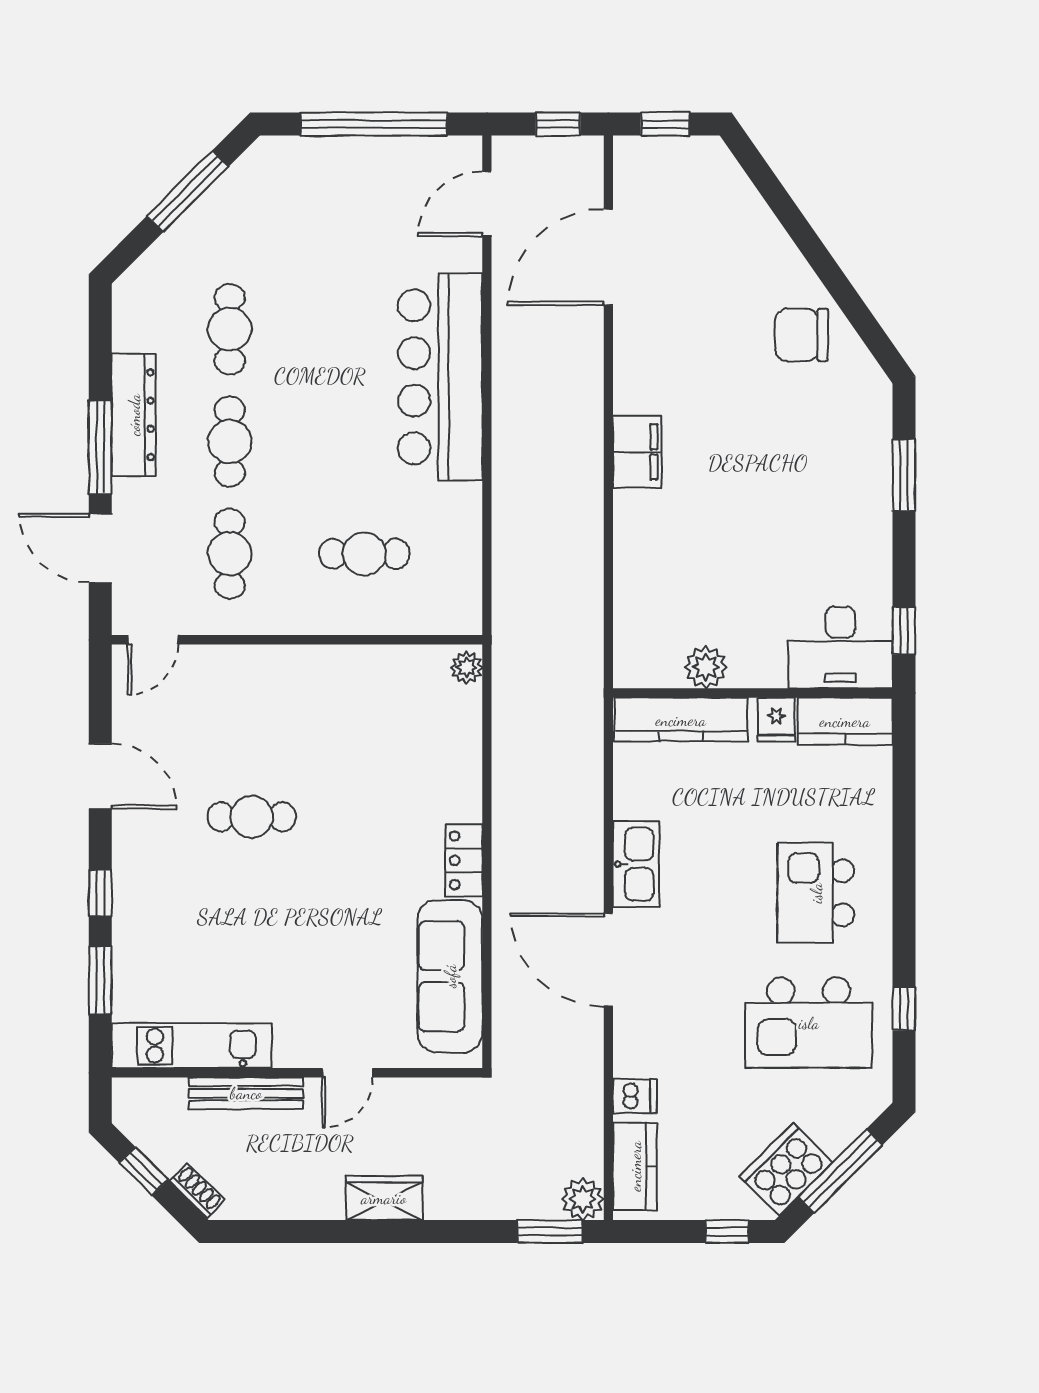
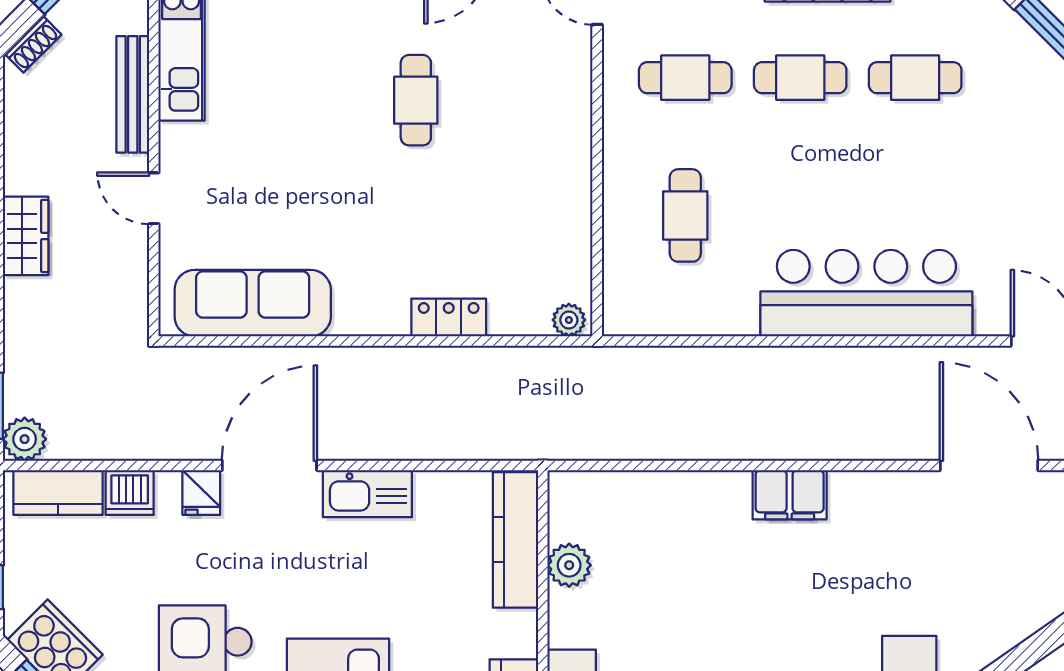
fridge: (776, 719) -> (201, 493), moved, turned -90
locker: (464, 860) -> (449, 317), moved
dishwasher: (635, 1096) -> (130, 493), width x1.38

